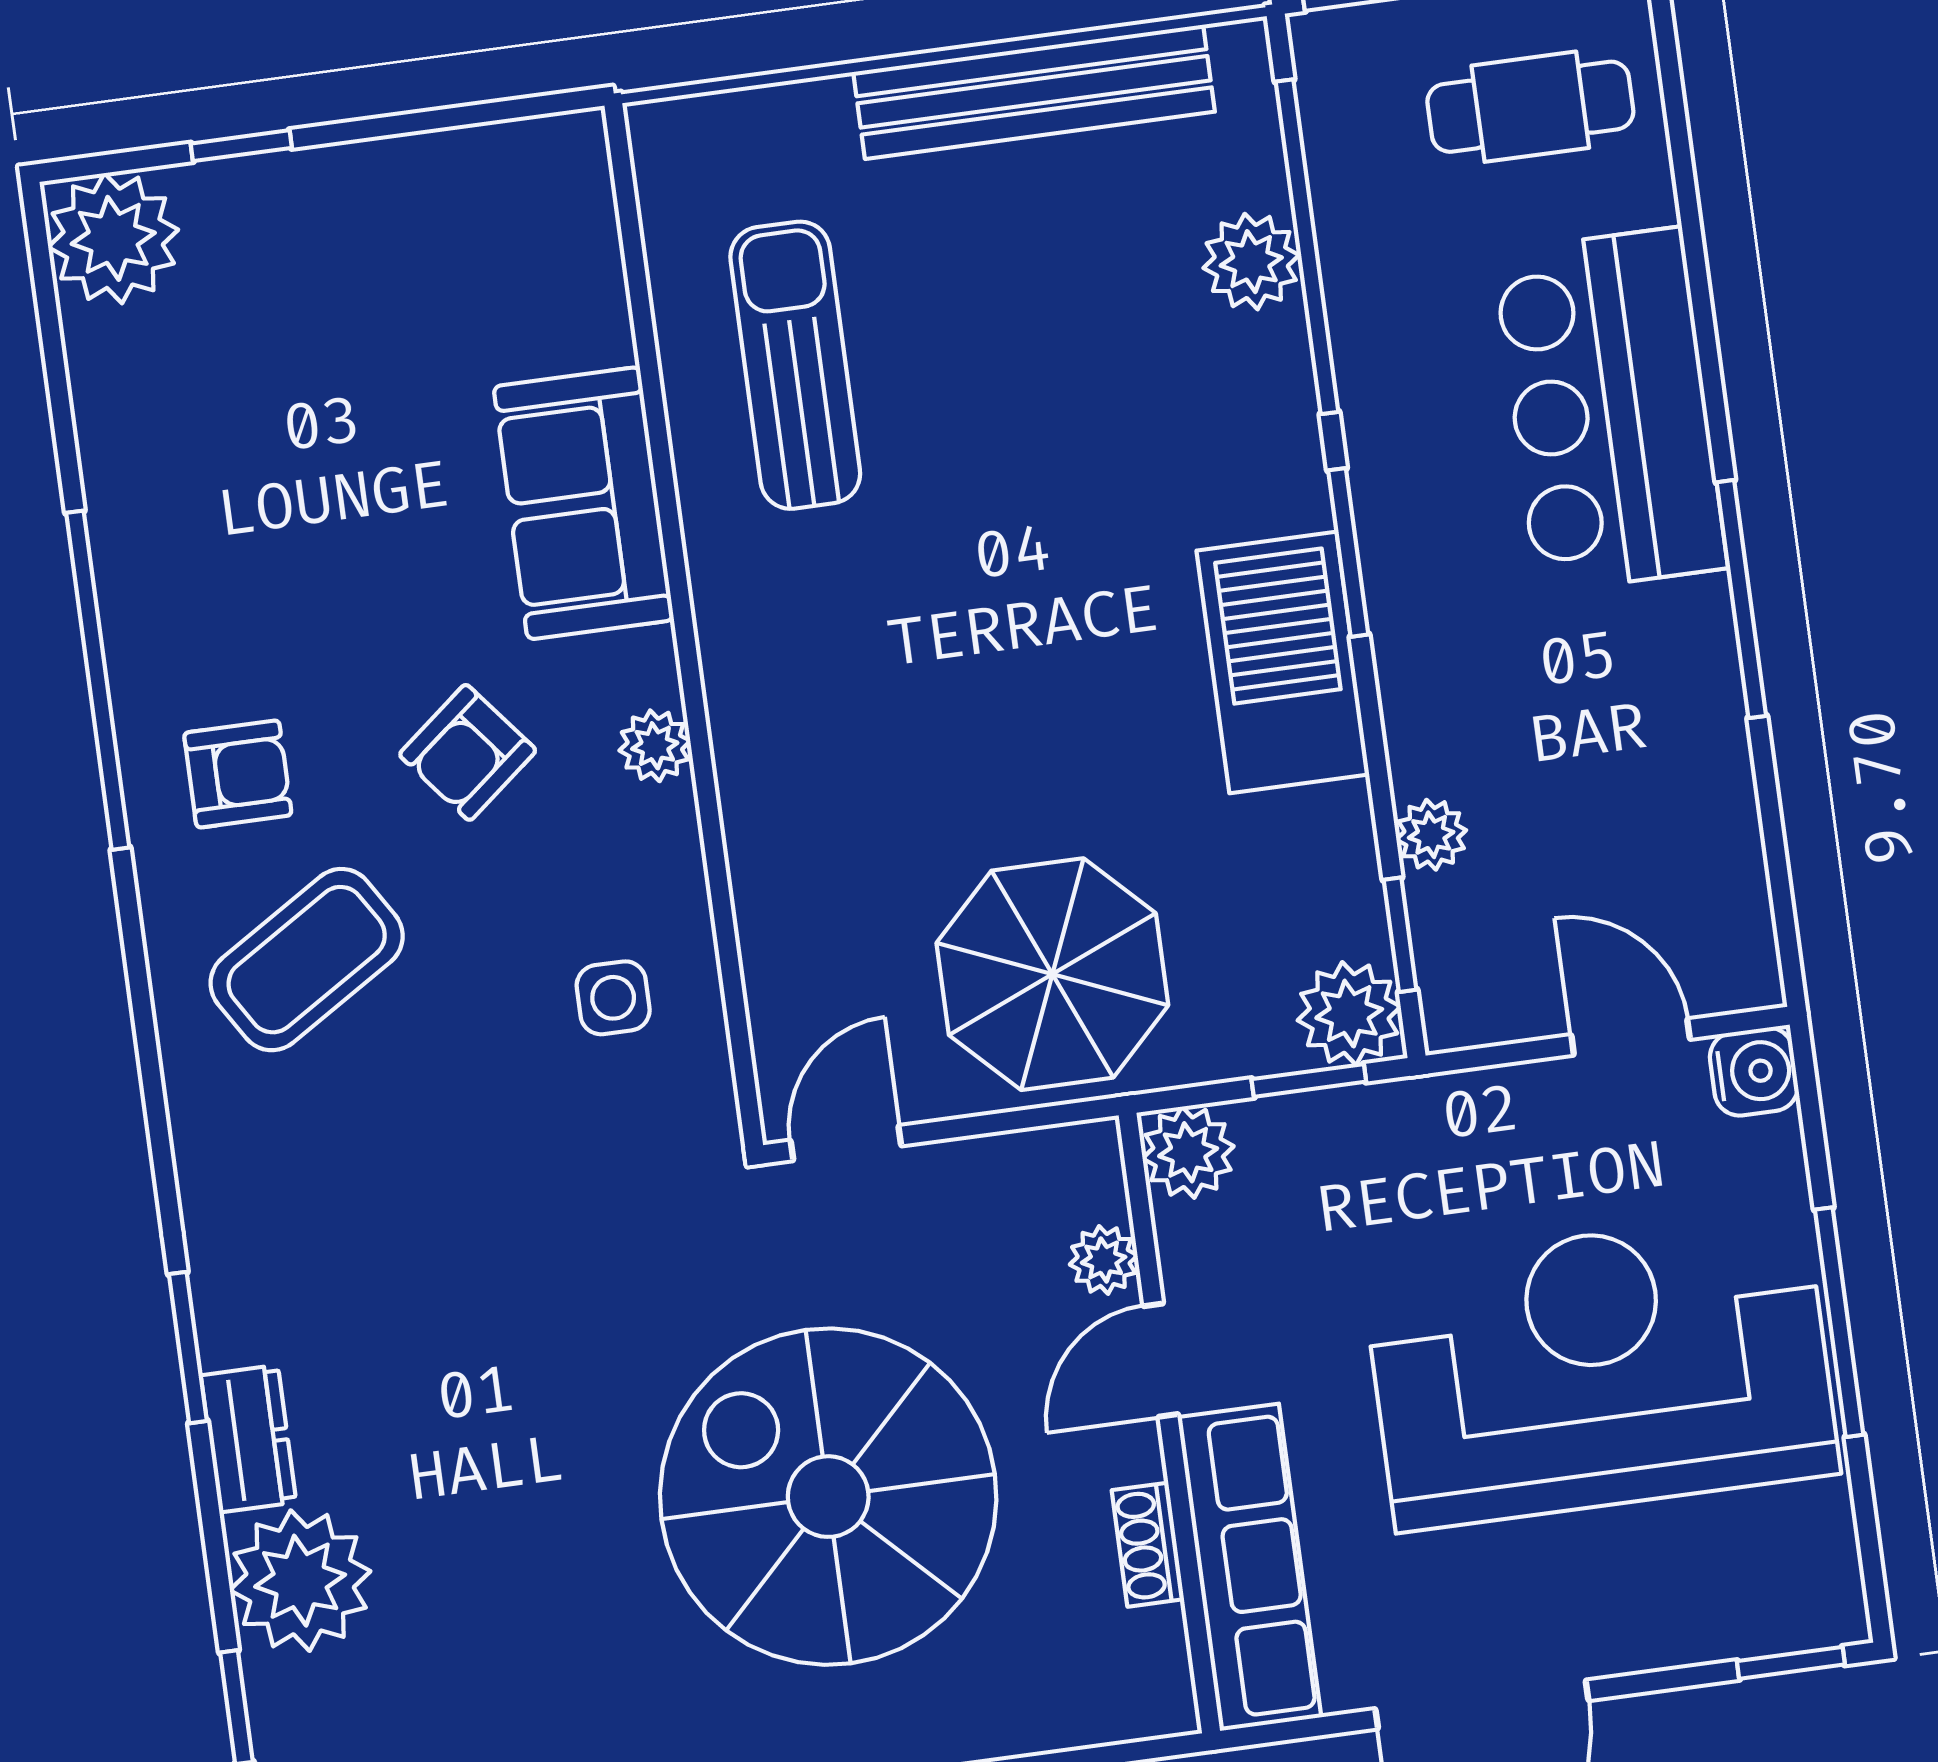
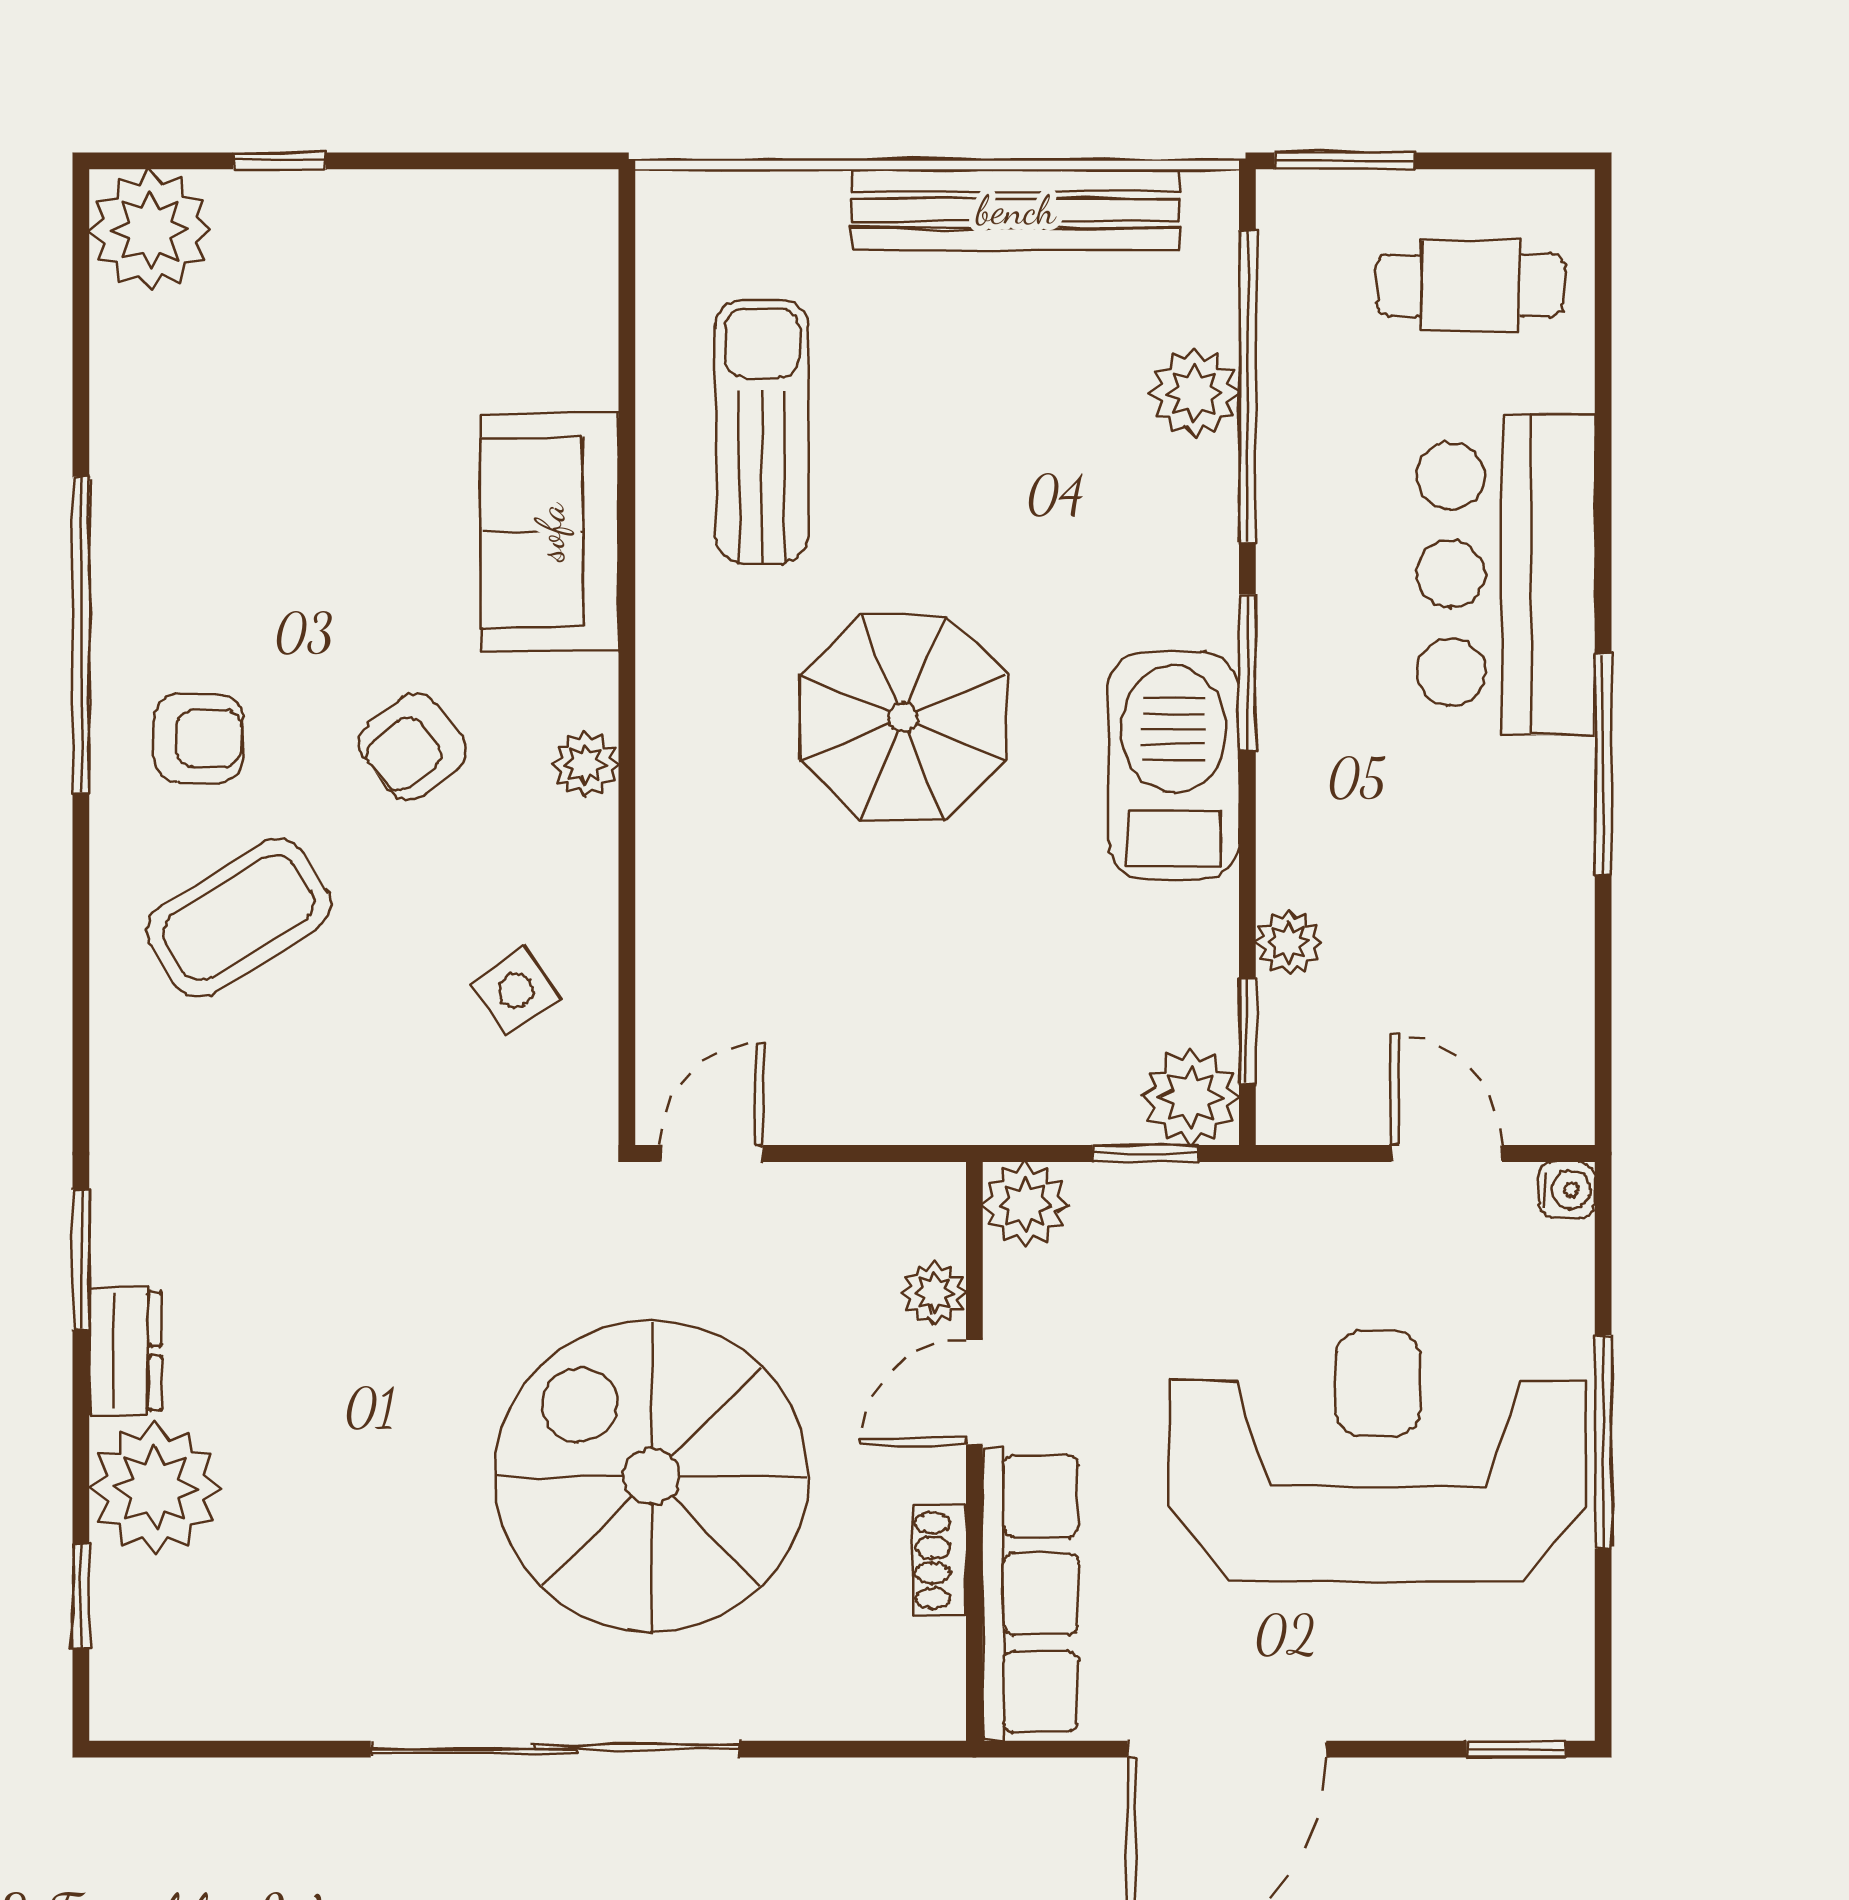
parasol: (1052, 974) -> (903, 717), moved
side table: (613, 998) -> (516, 991), turned -35
water cooler: (1754, 1072) -> (1567, 1190), width x0.72, depth x0.72

